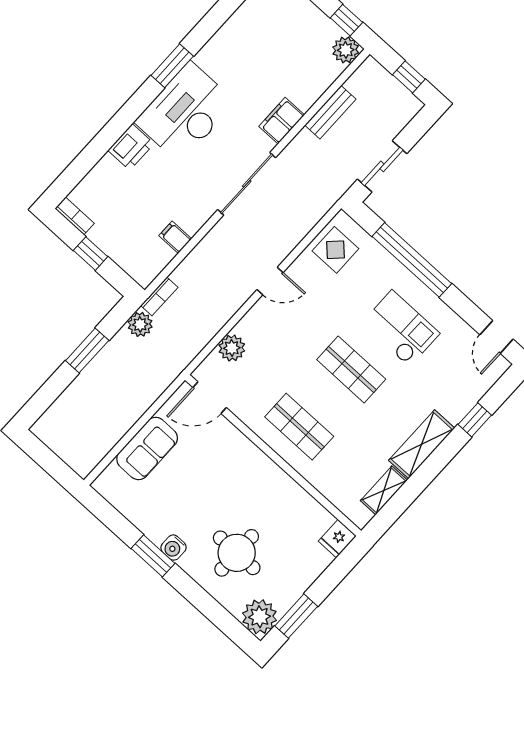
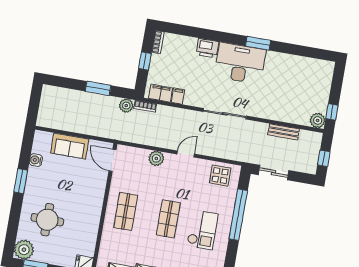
filing cabinet: (282, 121) -> (161, 93), moved
door: (270, 281) -> (186, 154), swing flipped
plant: (232, 348) -> (156, 158), moved
water cooler: (174, 548) -> (36, 160), moved

